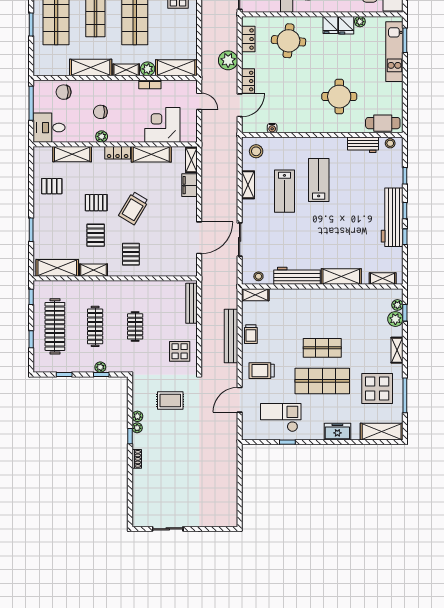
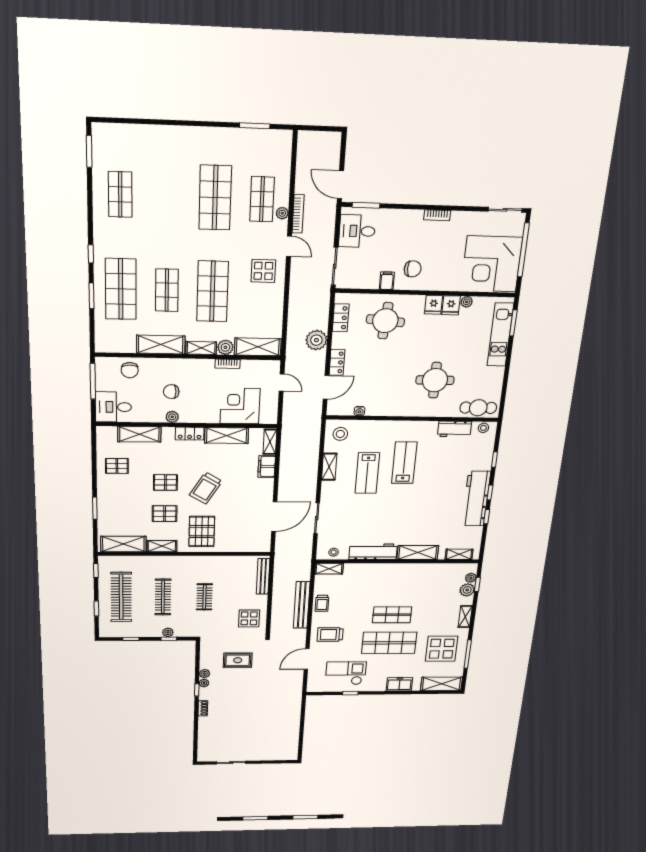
chair: (64, 92) -> (130, 370), turned -90
pallet: (96, 235) -> (165, 514), turned 90
pallet: (131, 254) -> (202, 532), width x1.50, depth x1.42

